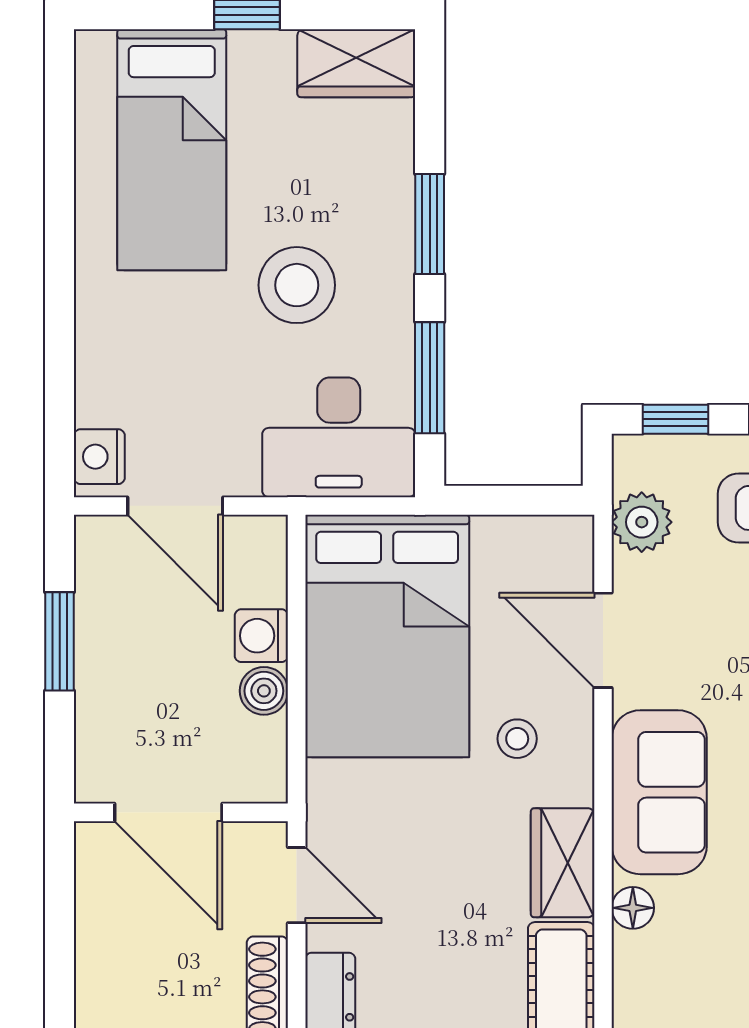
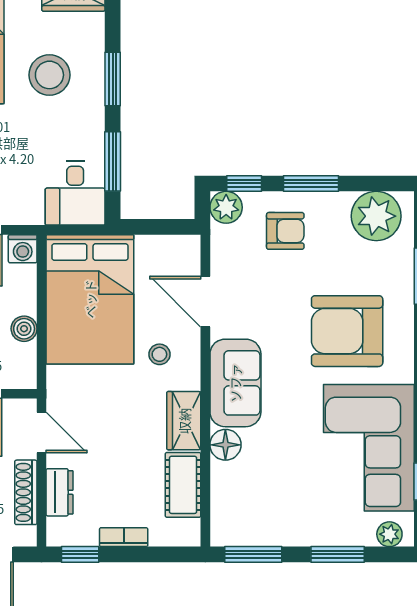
stool: (297, 285) -> (49, 75), moved
desk: (339, 437) -> (75, 193), width x0.73
plant: (642, 522) -> (226, 207), moved
washing machine: (261, 636) -> (23, 249), moved, turned -90
floor lamp: (633, 908) -> (225, 445), width x1.37, depth x1.37

